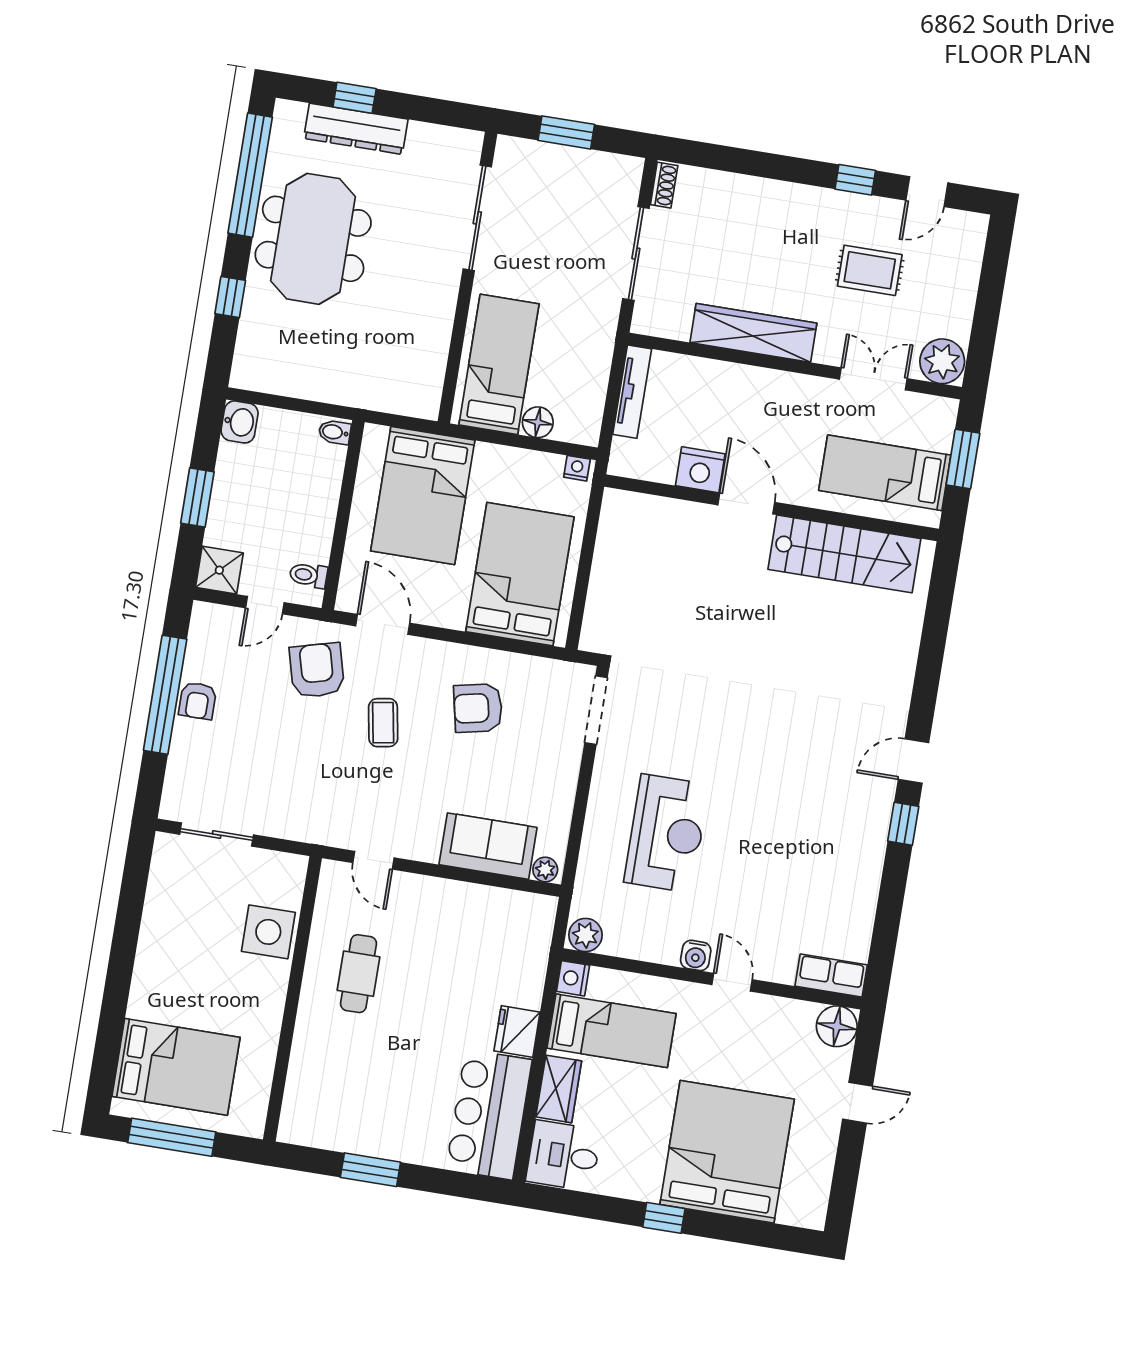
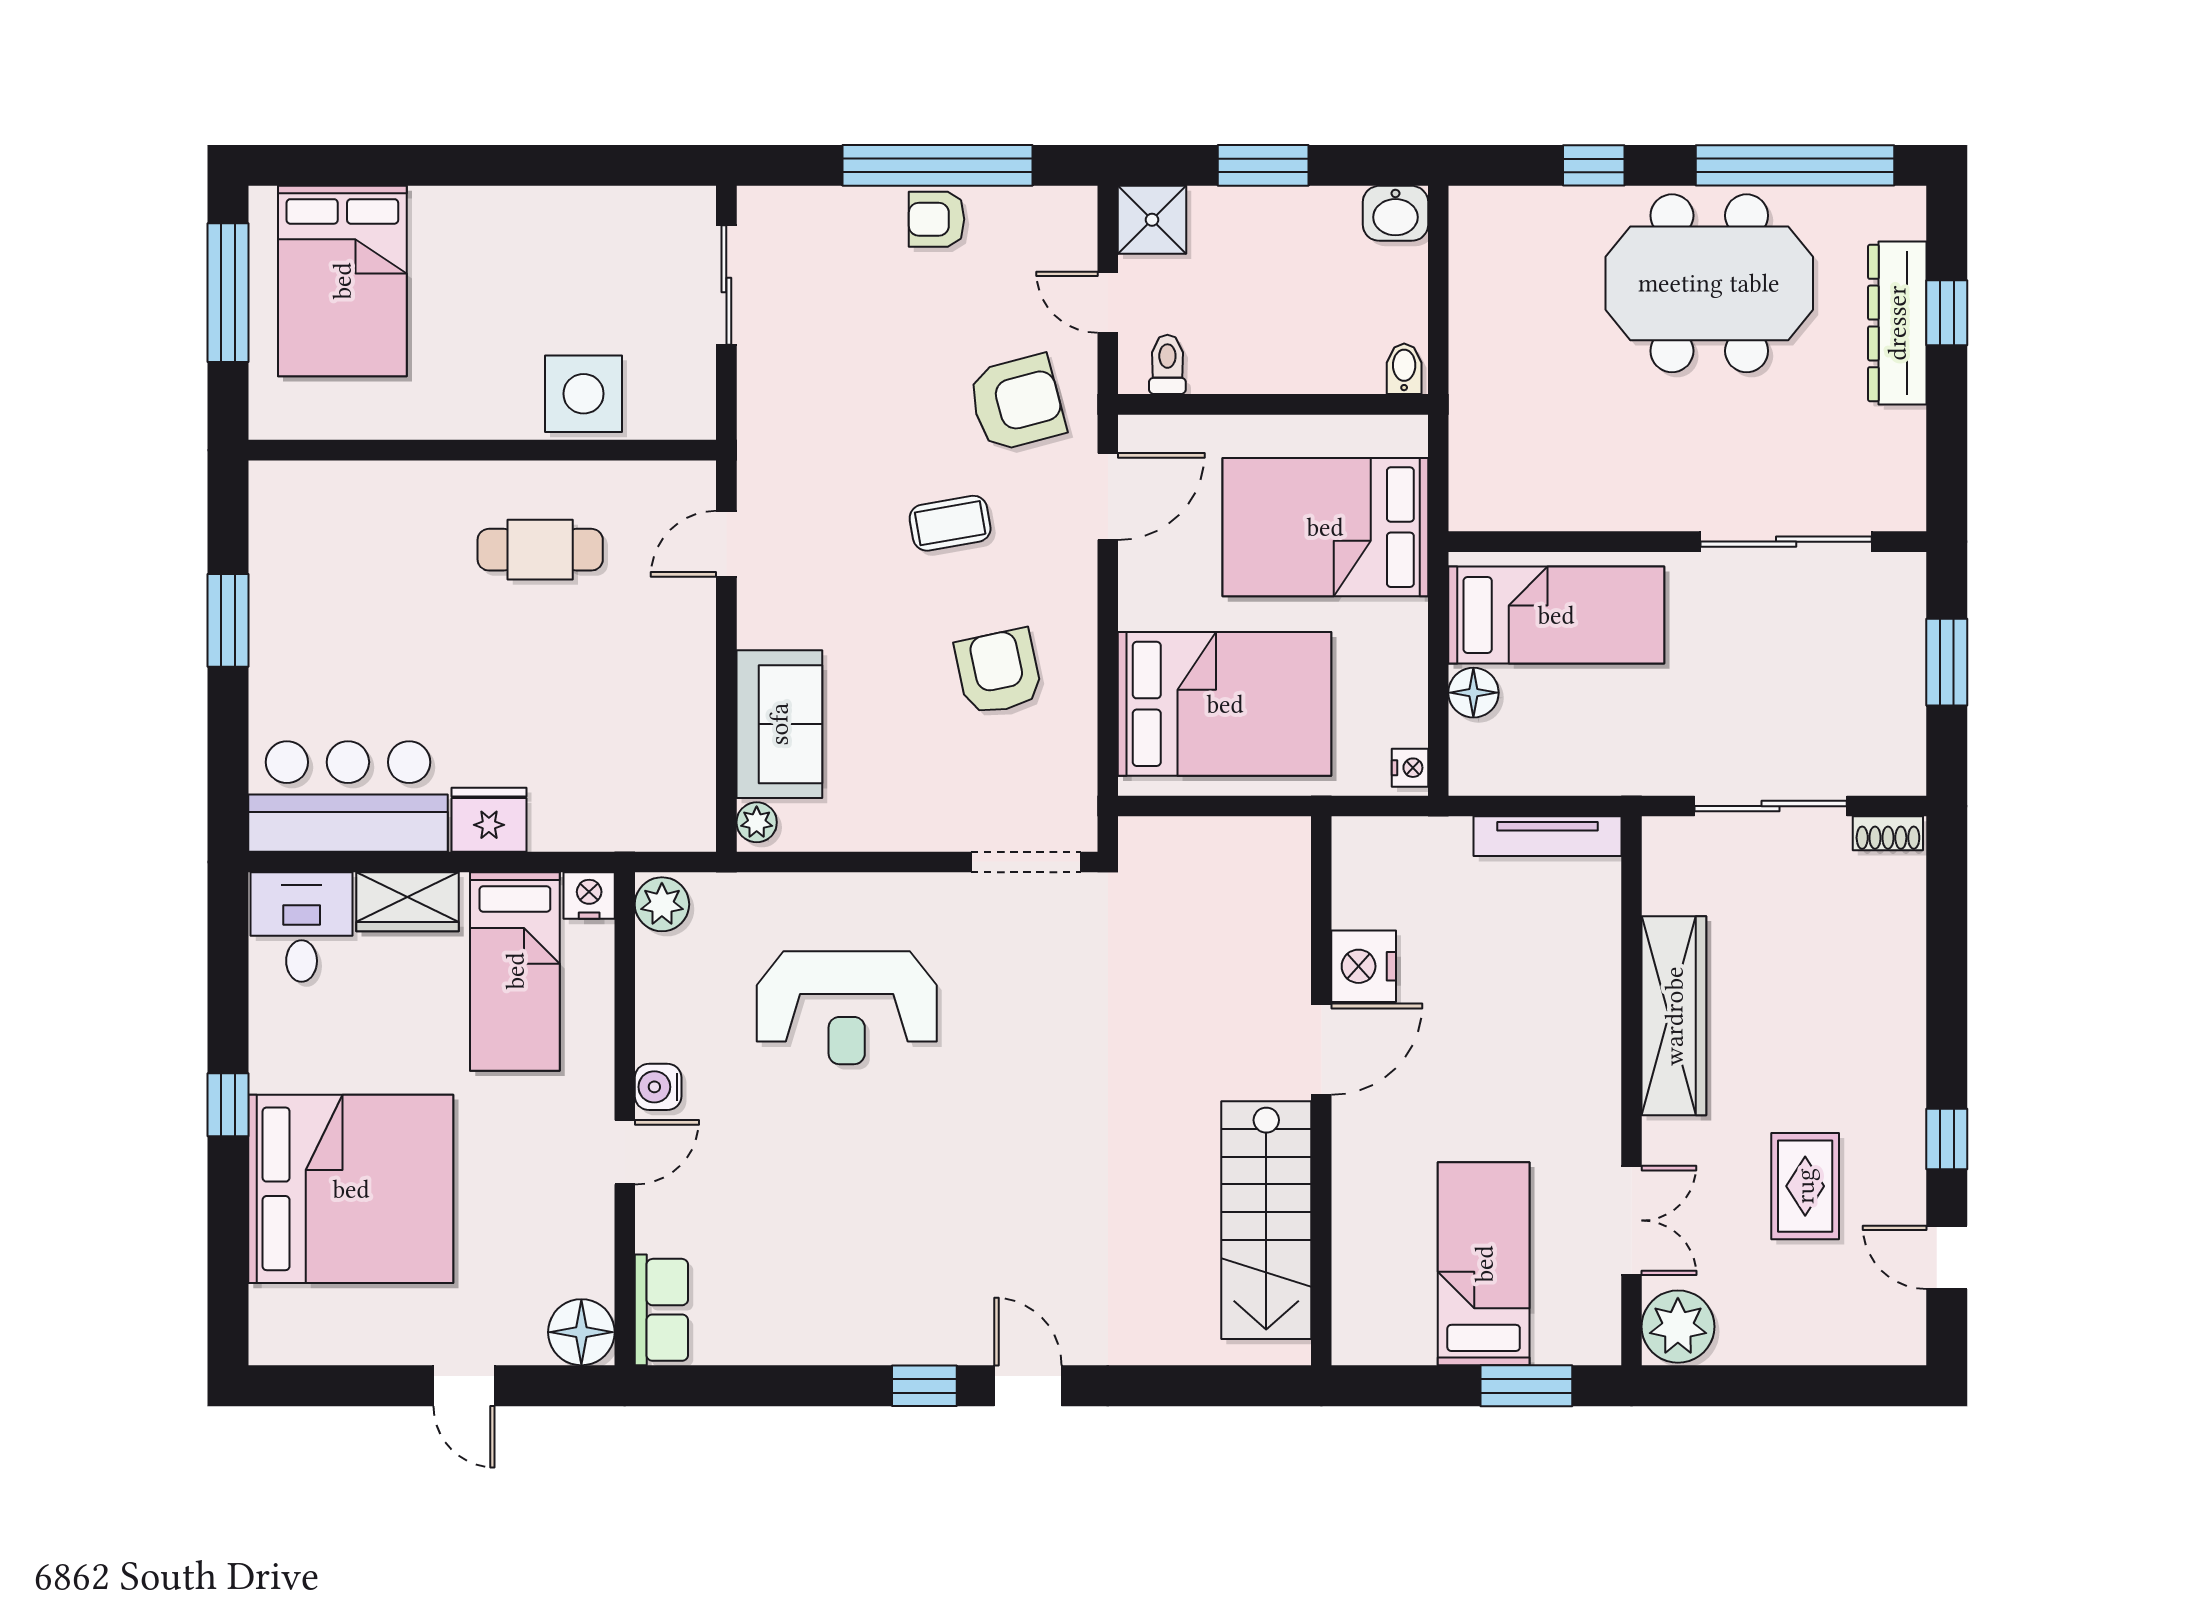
nightstand: (700, 470) -> (1364, 966), moved
door: (746, 504) -> (1321, 1049), moved
wall: (771, 508) -> (1321, 1091), moved
stairs: (844, 554) -> (1266, 1220), moved

